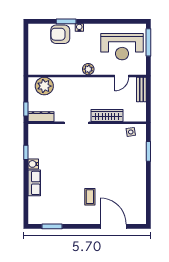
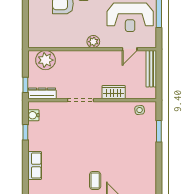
bench: (141, 89) -> (151, 69), width x1.36
wardrobe: (107, 116) -> (114, 92), width x0.67
water cooler: (33, 164) -> (33, 115), moved

